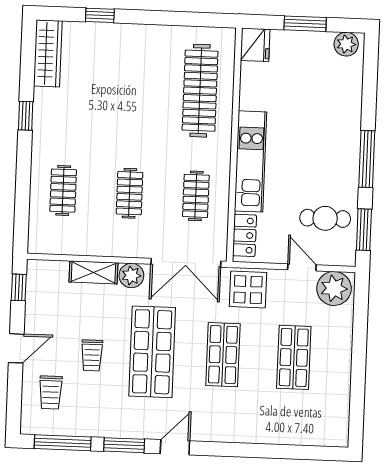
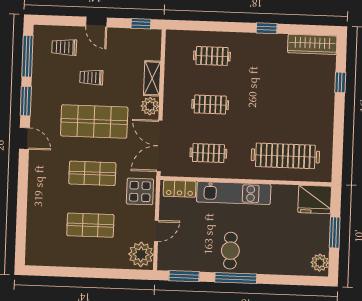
fridge: (255, 45) -> (315, 199), width x1.36, depth x1.34
cafe table: (325, 218) -> (230, 251), moved

